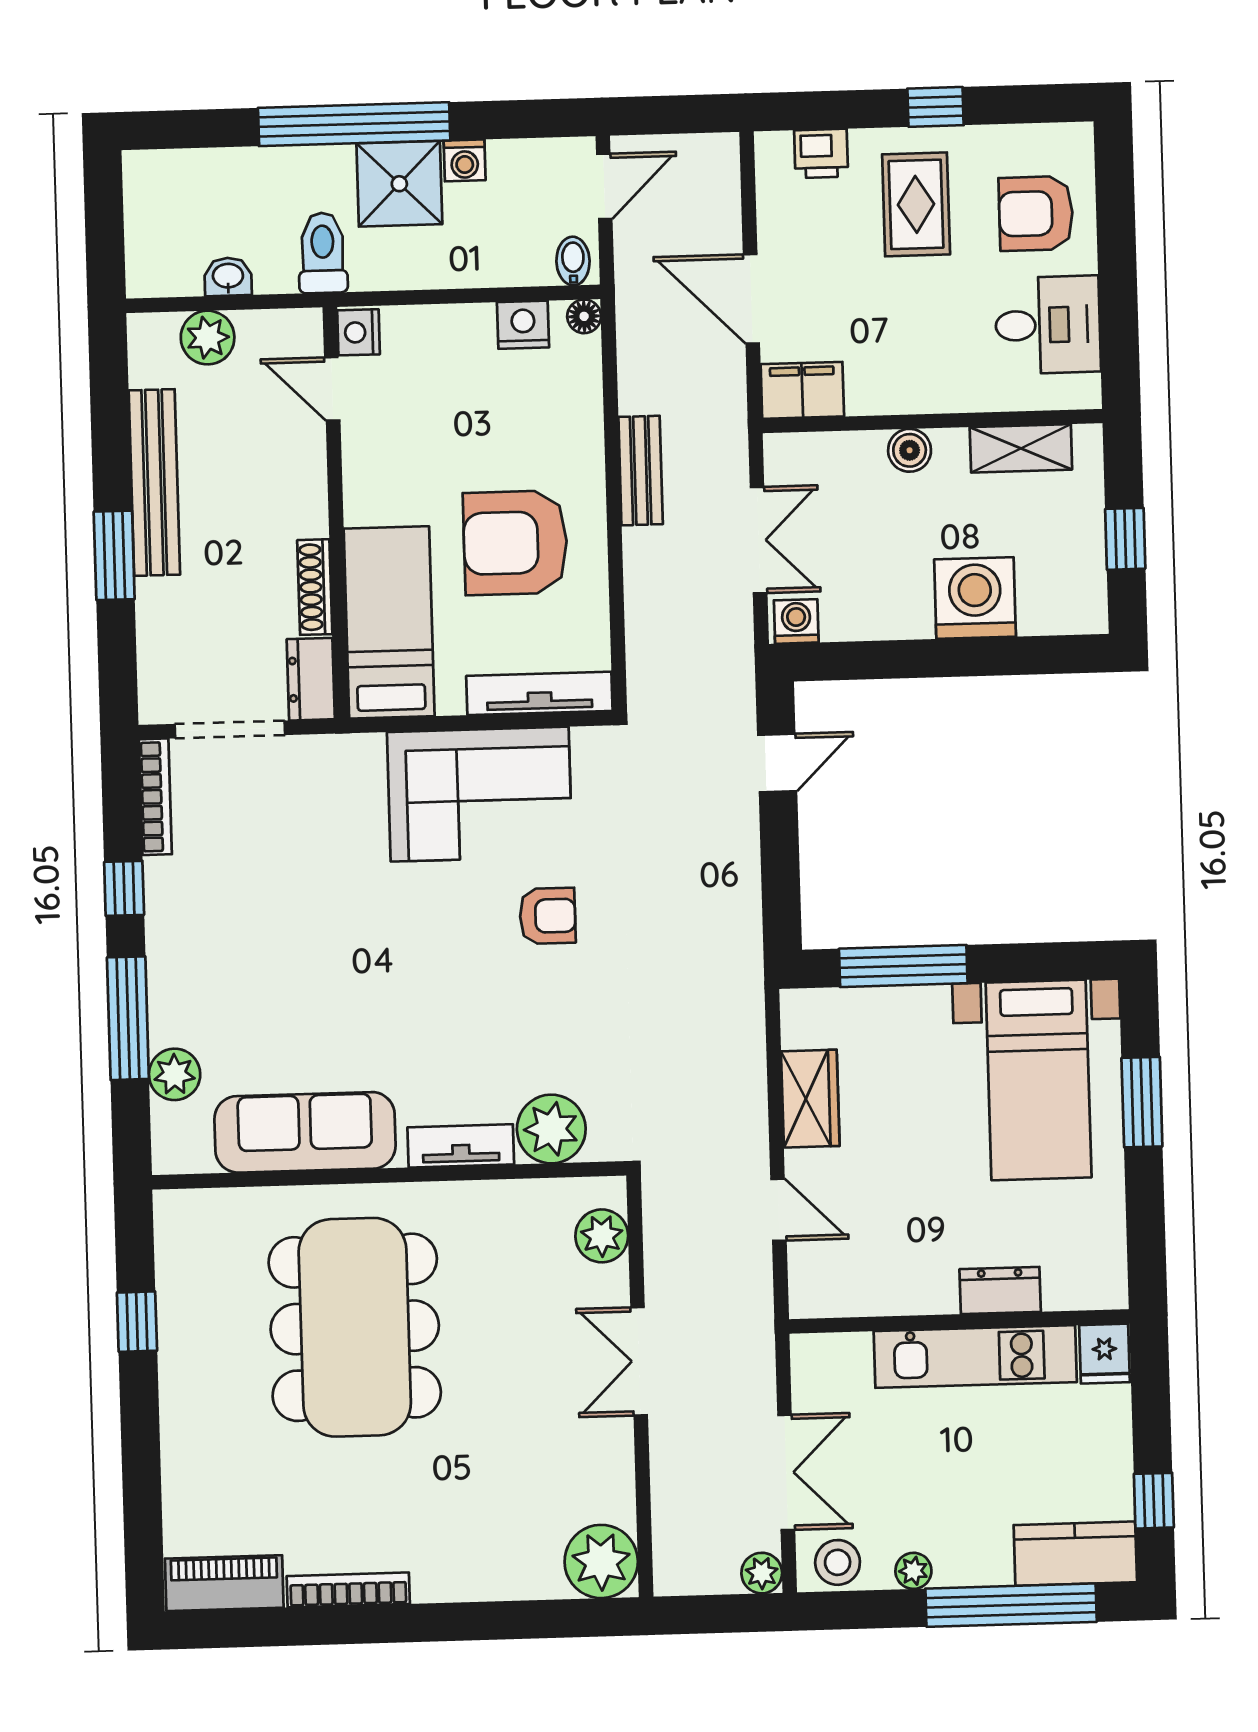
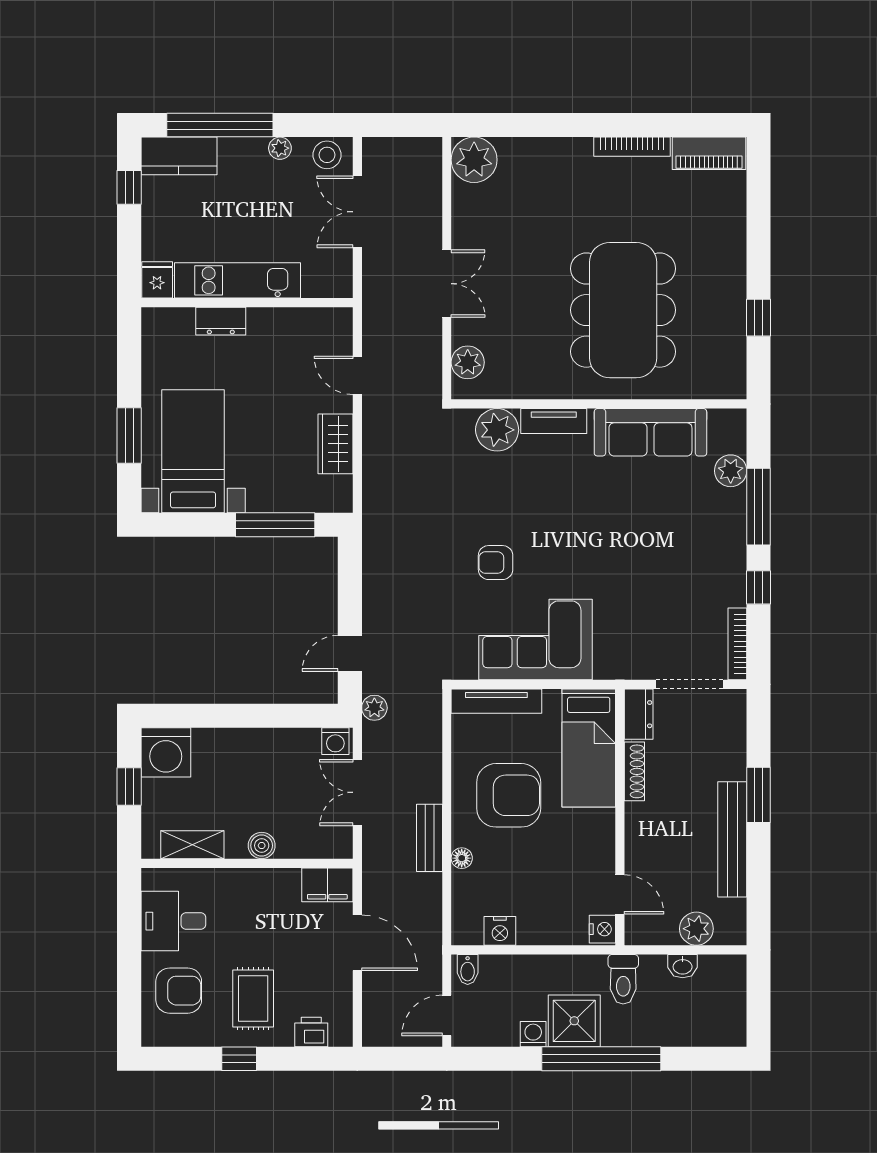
floor lamp: (584, 316) -> (462, 858), moved
washing machine: (975, 598) -> (166, 752), moved
plant: (762, 1573) -> (374, 708), moved

